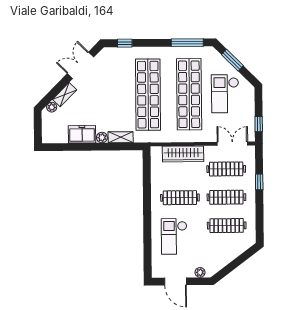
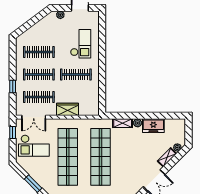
checkout: (225, 94) -> (34, 146), moved, turned 90
wardrobe: (183, 154) -> (68, 109), width x0.67

